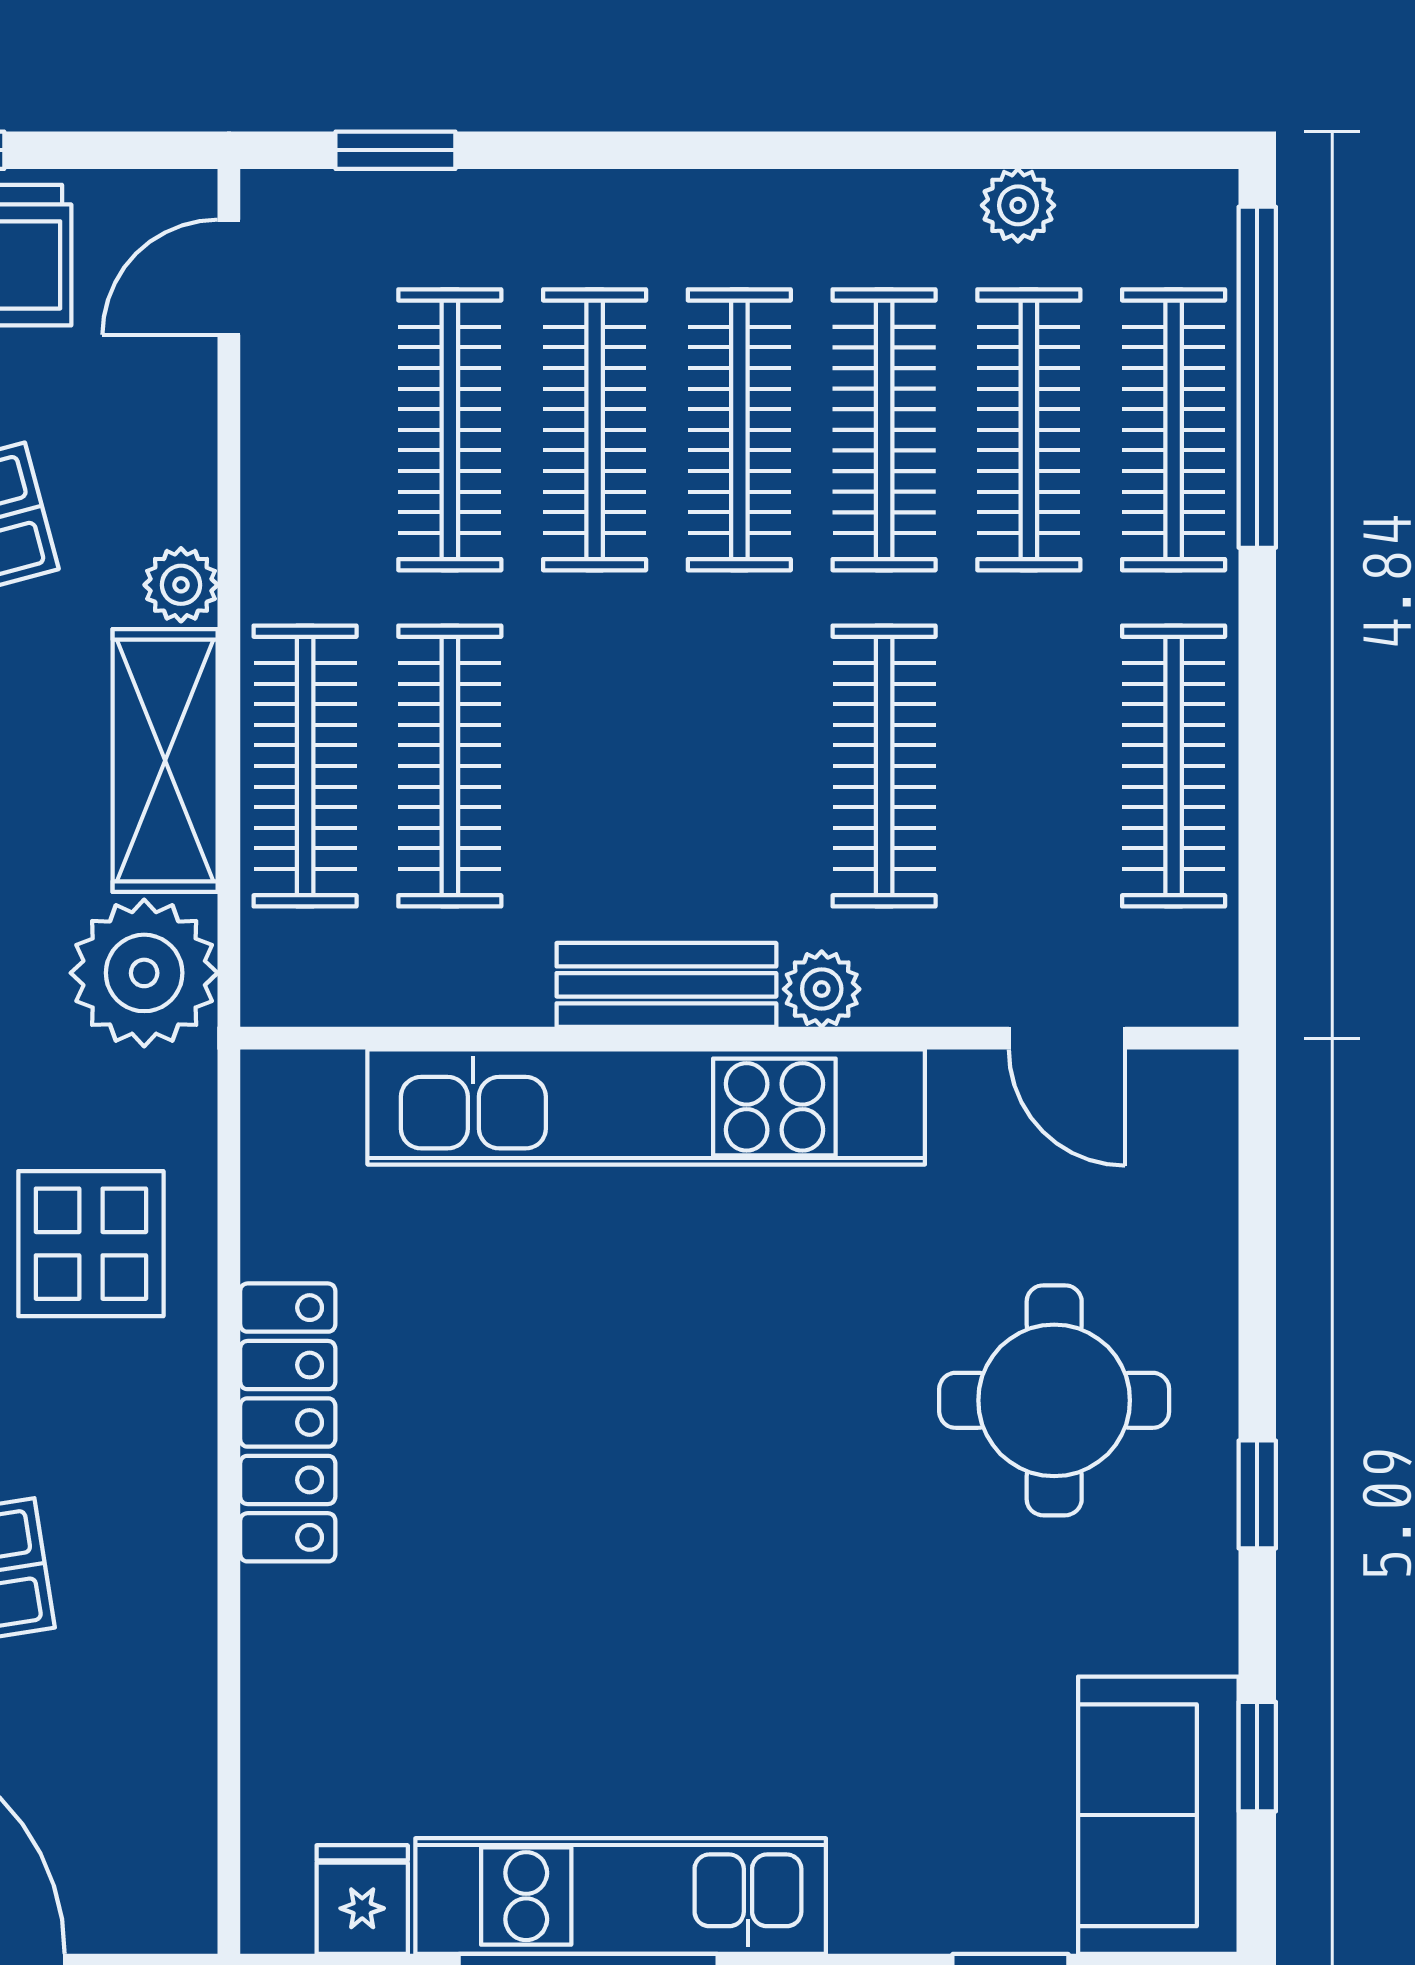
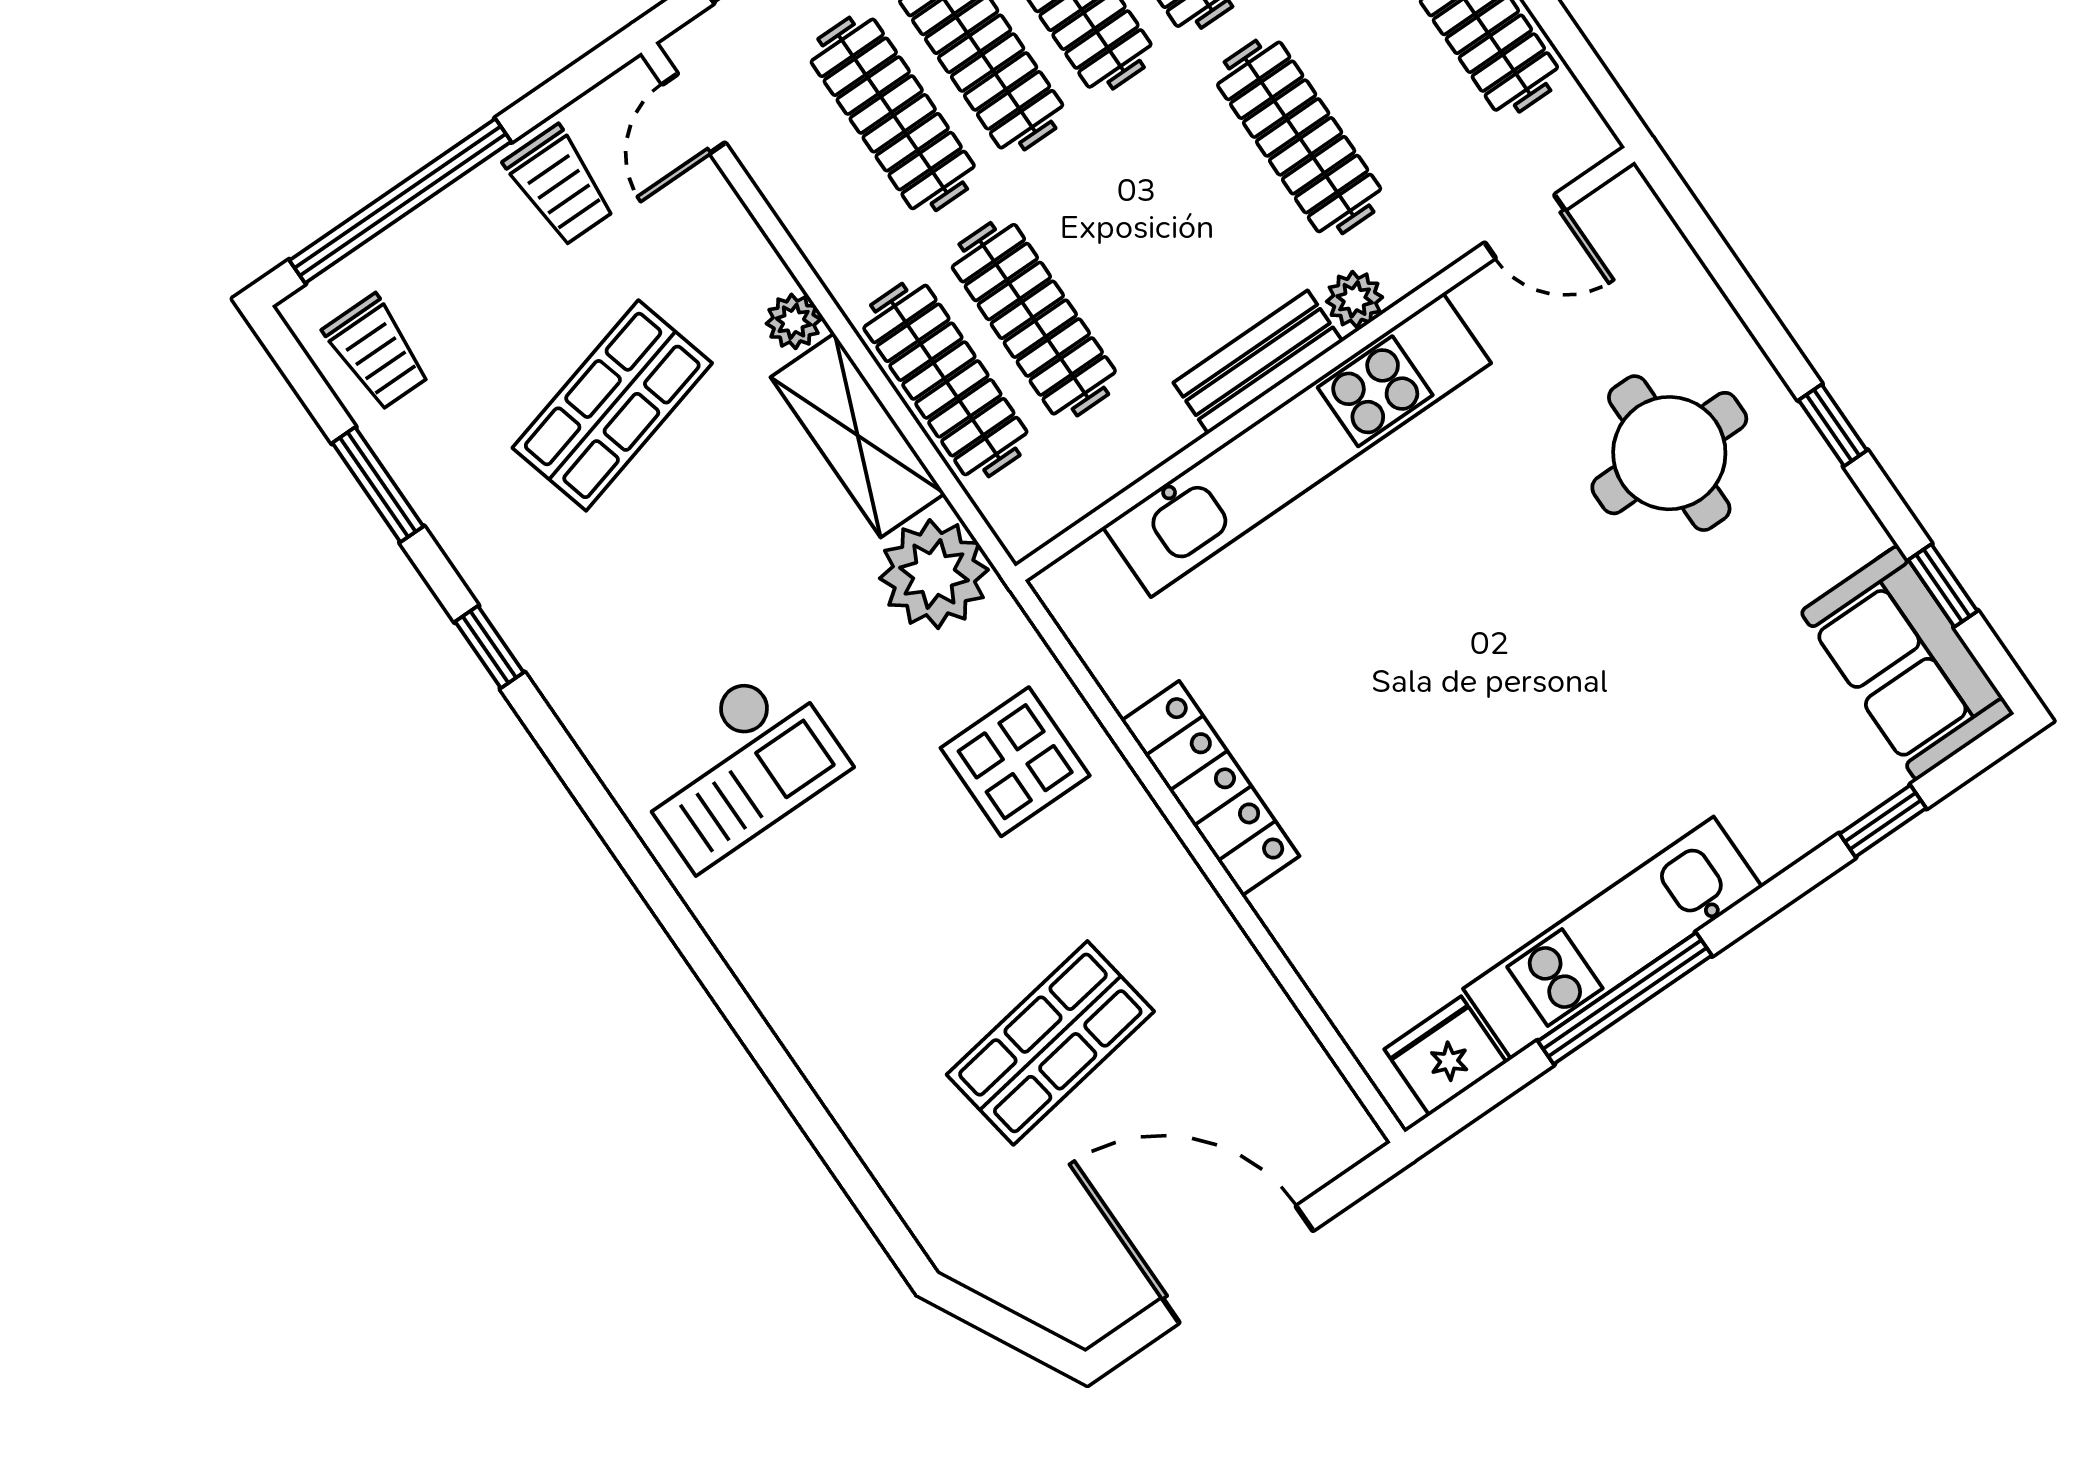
fridge: (362, 1900) -> (1445, 1056), width x1.38

